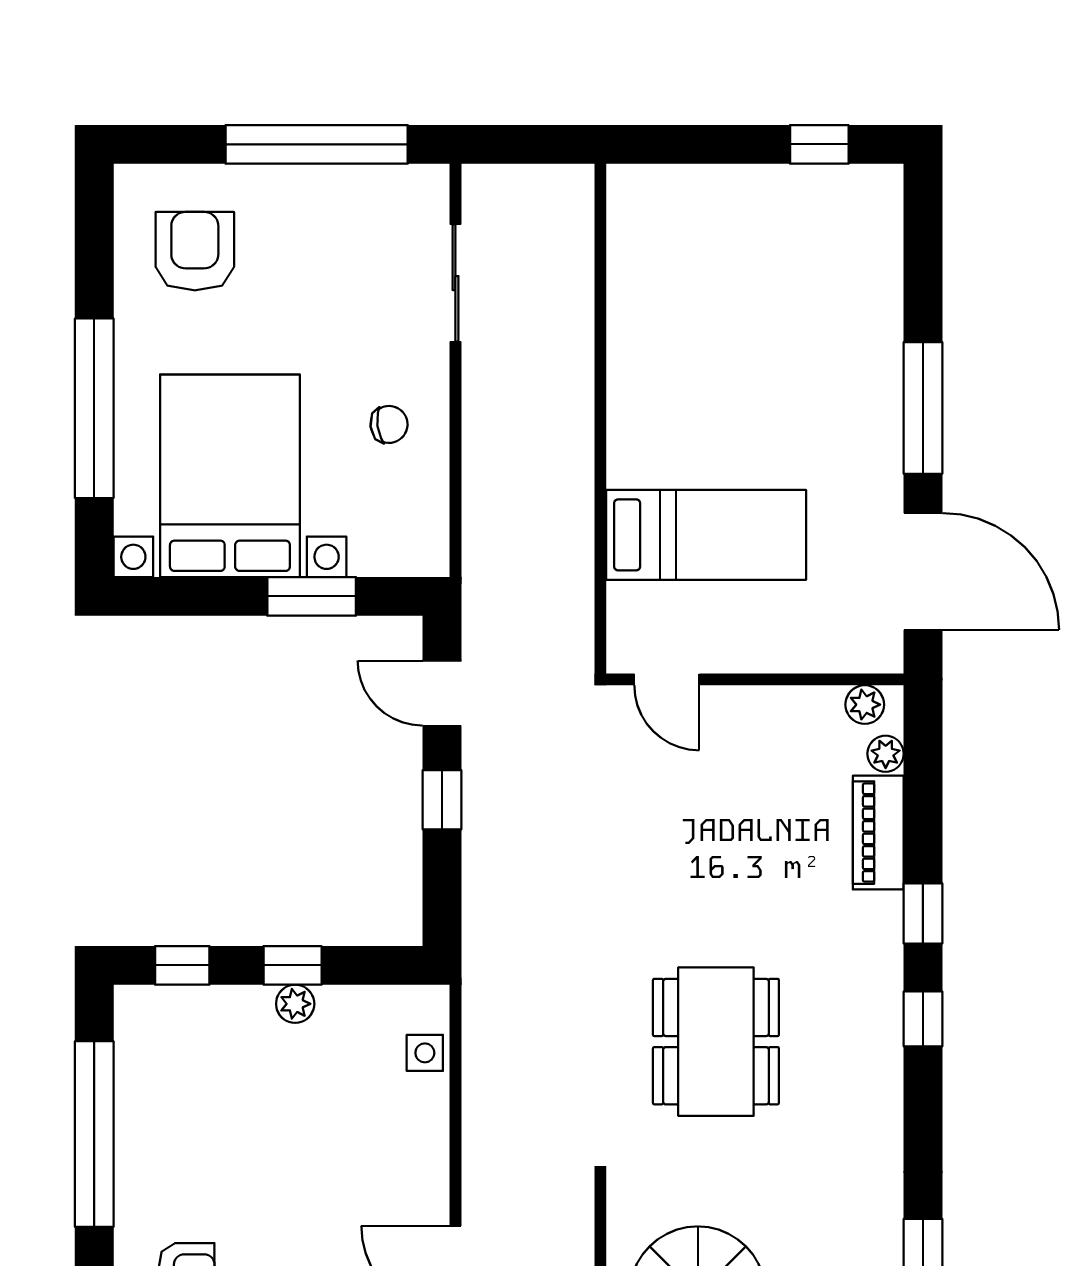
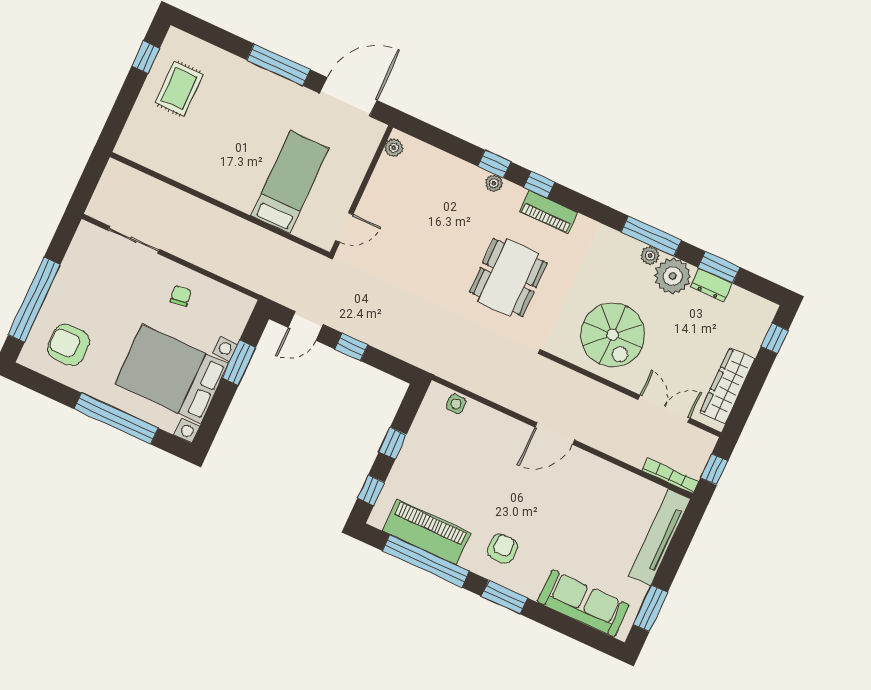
window: (317, 144) -> (34, 300), moved
rug: (788, 236) -> (179, 89), added
plant: (886, 754) -> (494, 183), moved
piano: (878, 833) -> (549, 212), moved
plant: (295, 1004) -> (410, 450), removed
dining table: (716, 1042) -> (508, 277), turned 90
piano: (151, 1110) -> (427, 532), added

